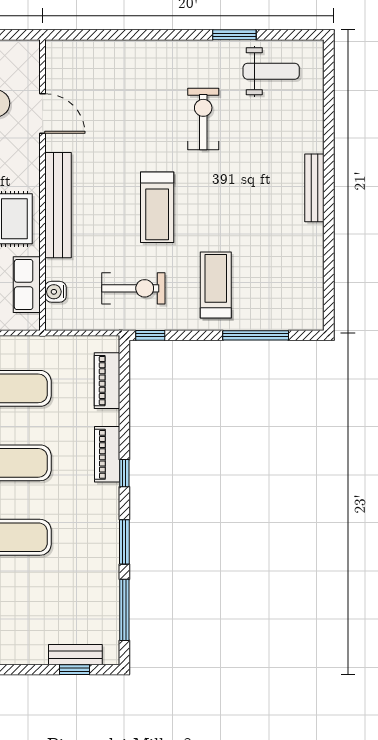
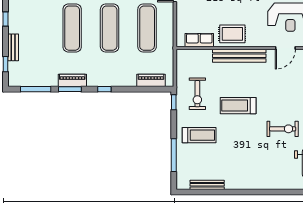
bench: (314, 188) -> (207, 185), moved
water cooler: (56, 292) -> (196, 55), removed
piano: (107, 454) -> (72, 80), moved
bench: (75, 655) -> (13, 47), moved

